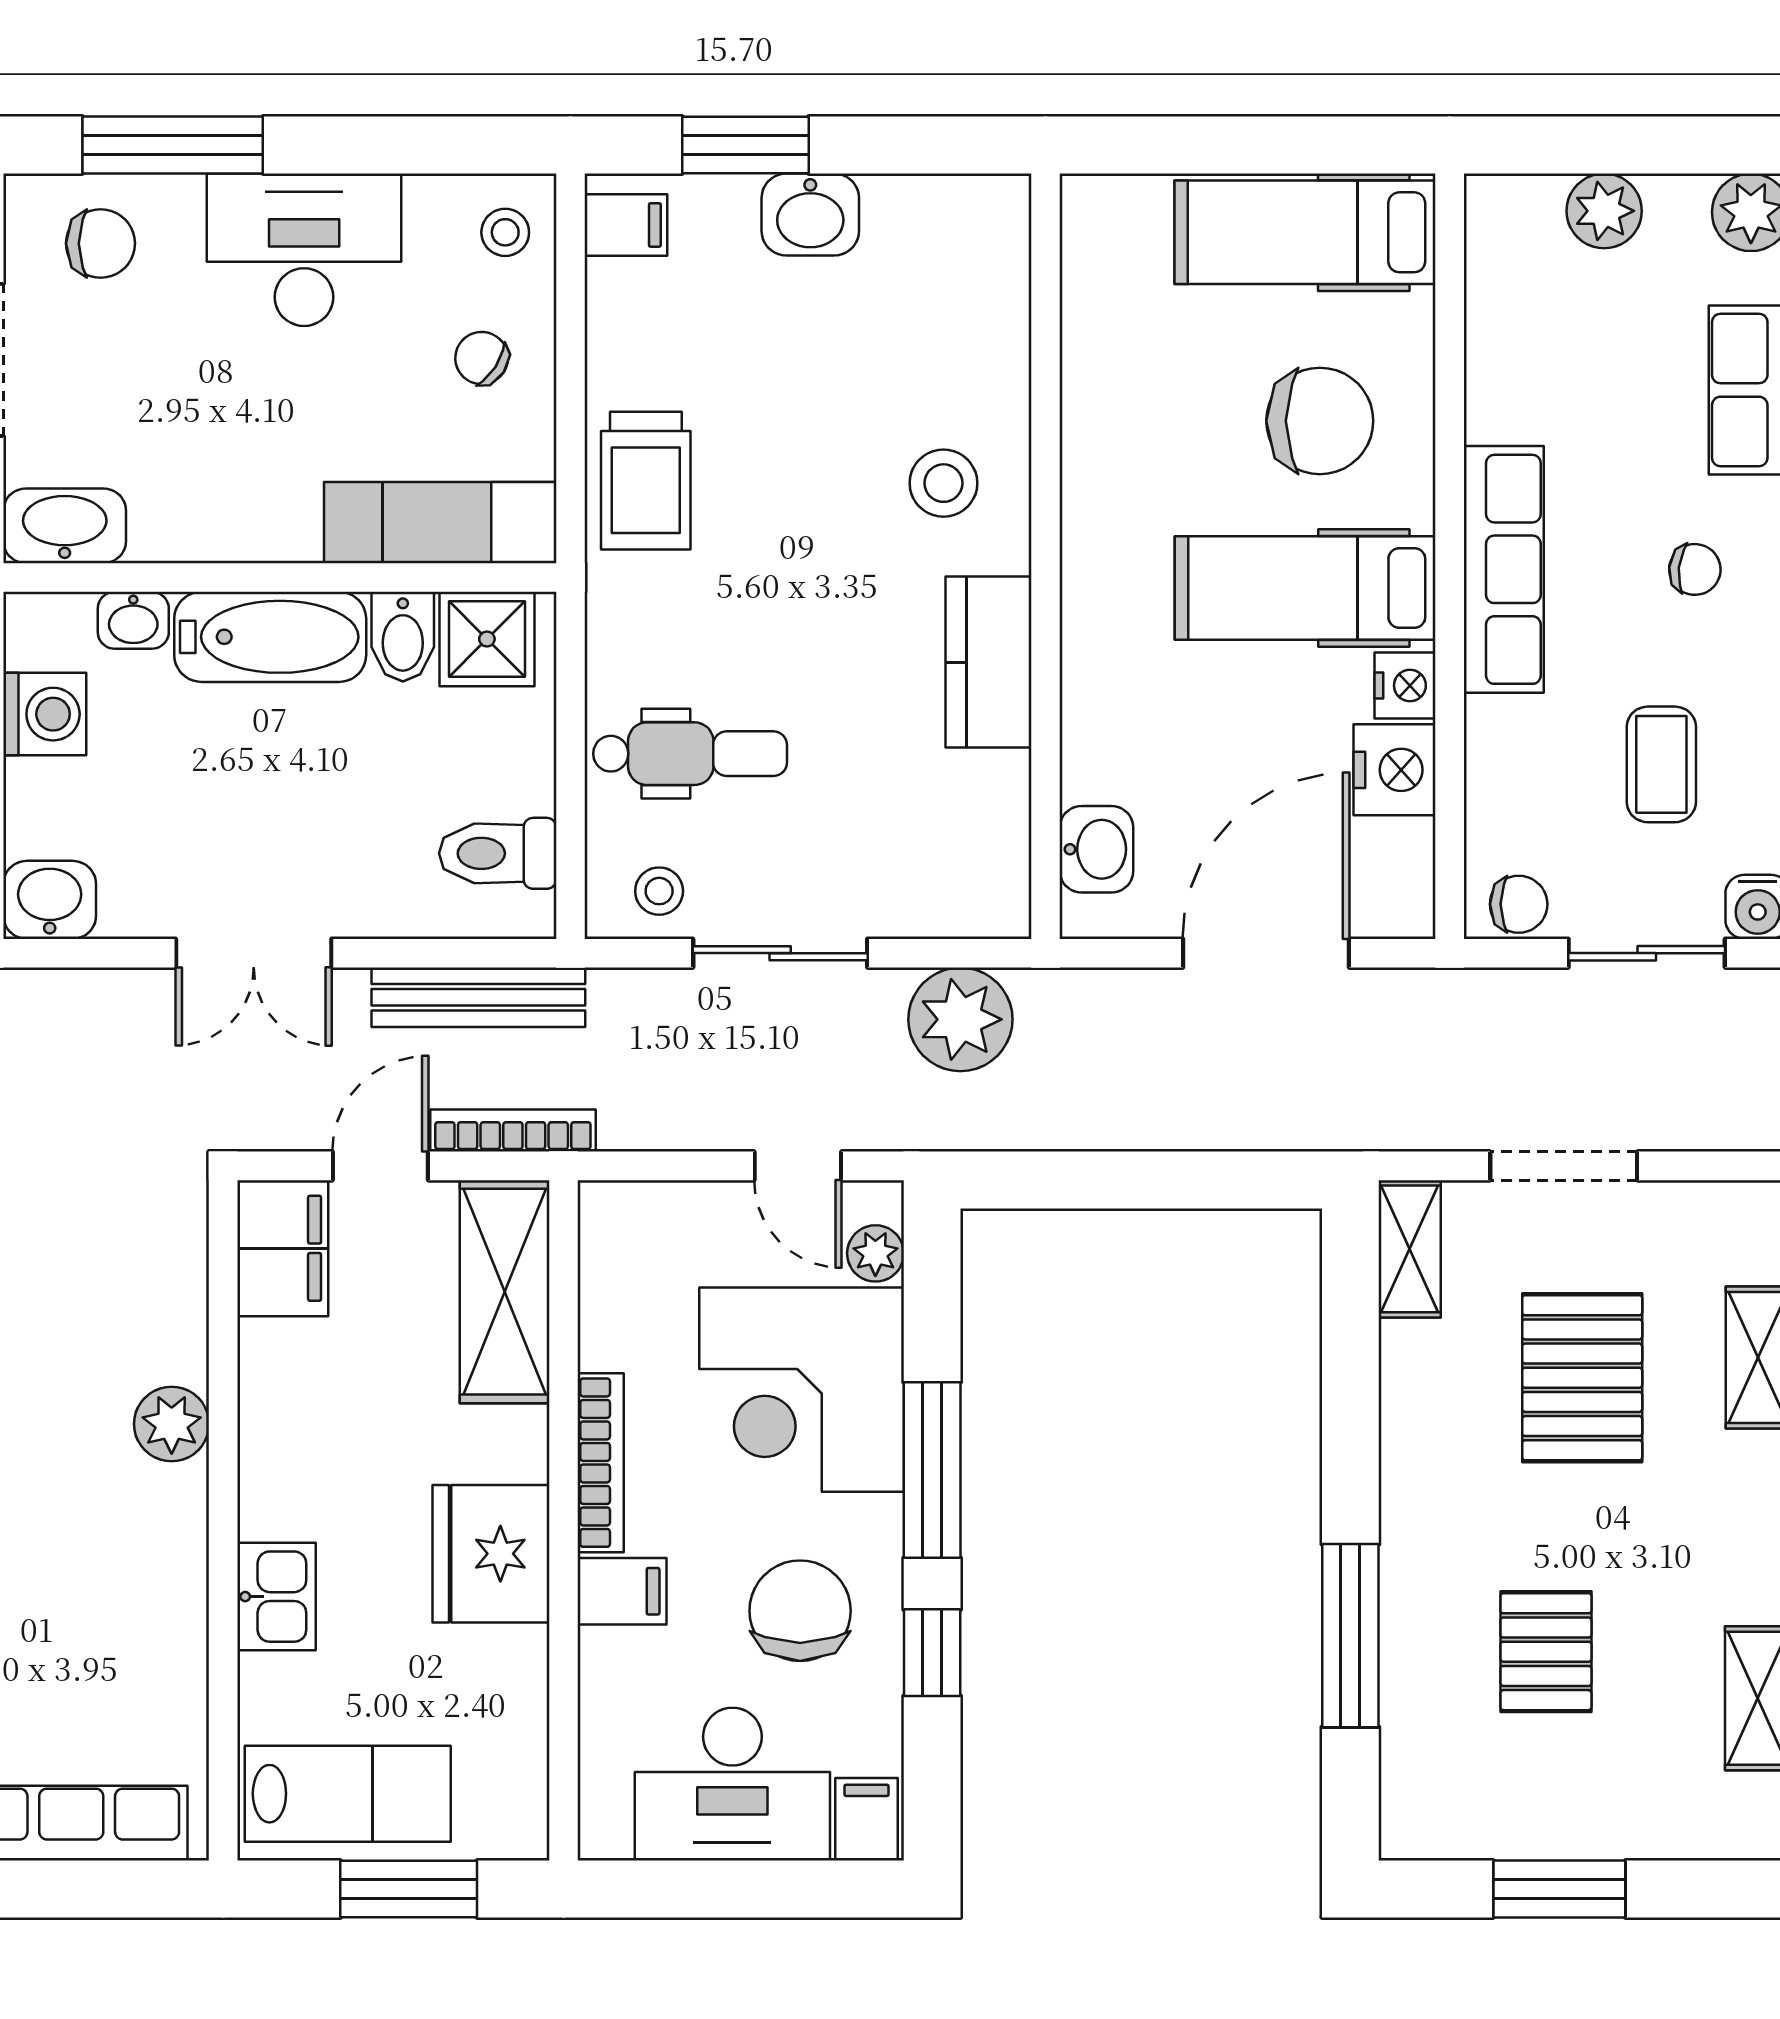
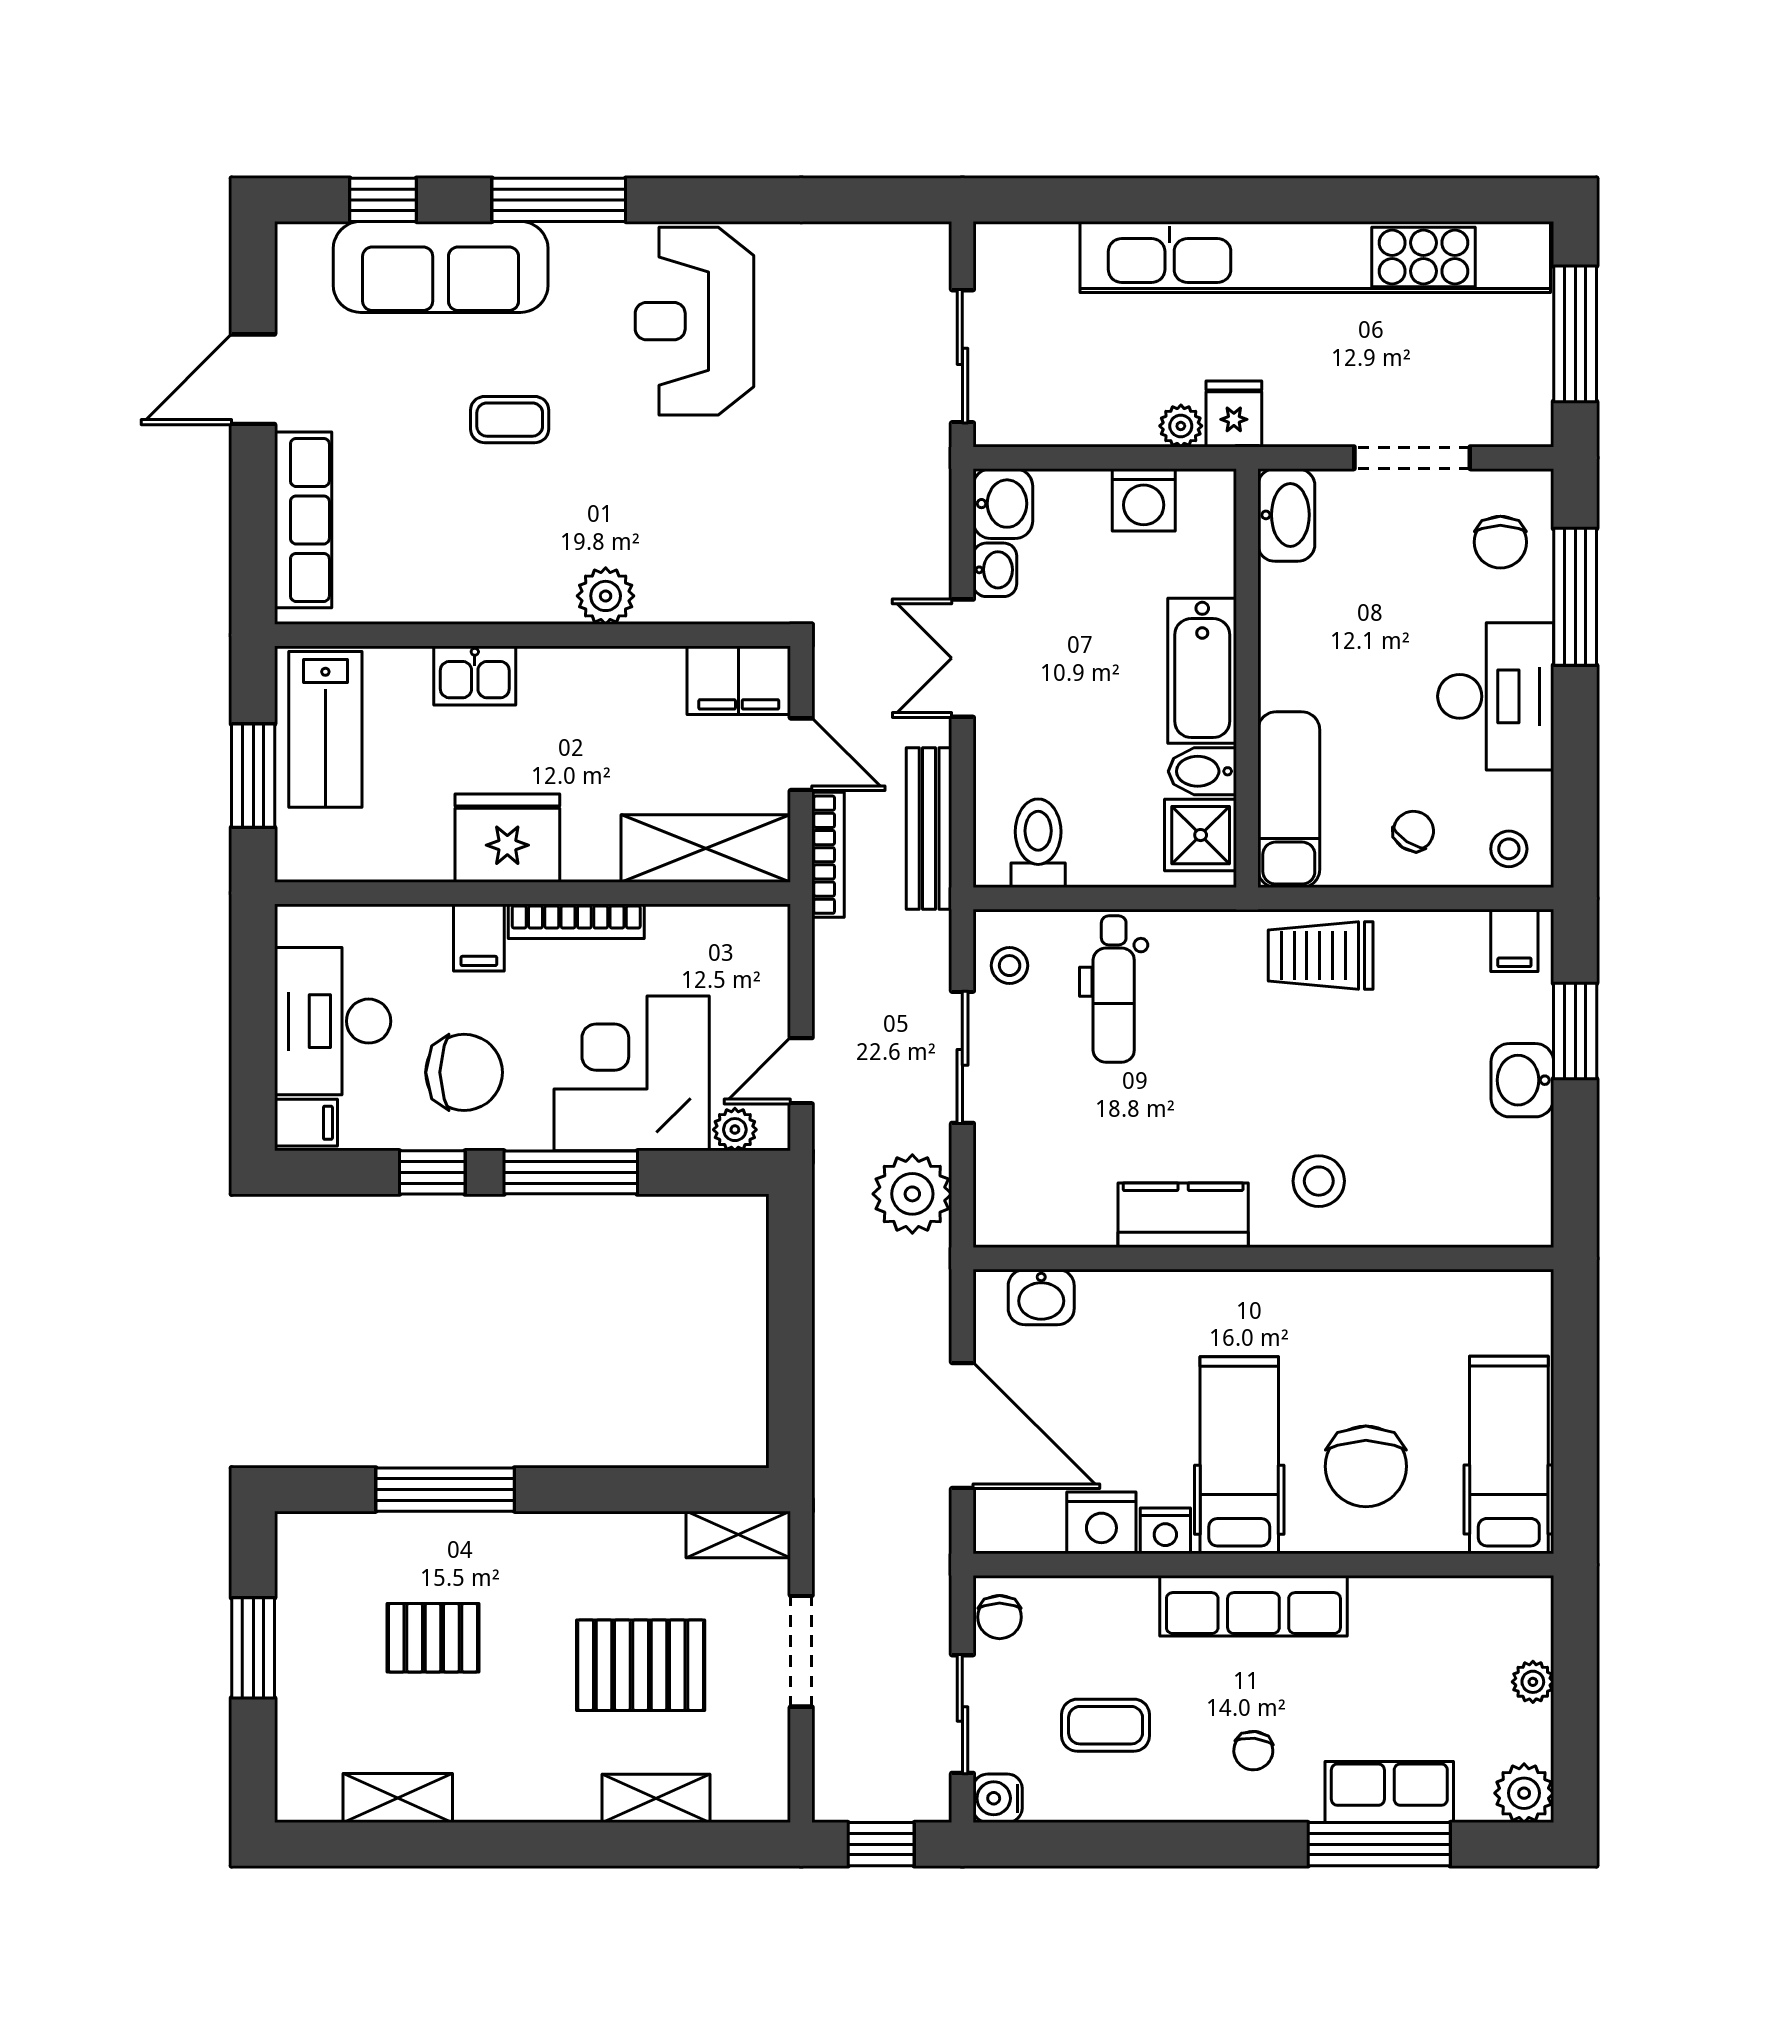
plant: (1604, 211) -> (1533, 1682), width x0.73, depth x0.73
washbasin: (133, 620) -> (995, 570), moved, turned 180

